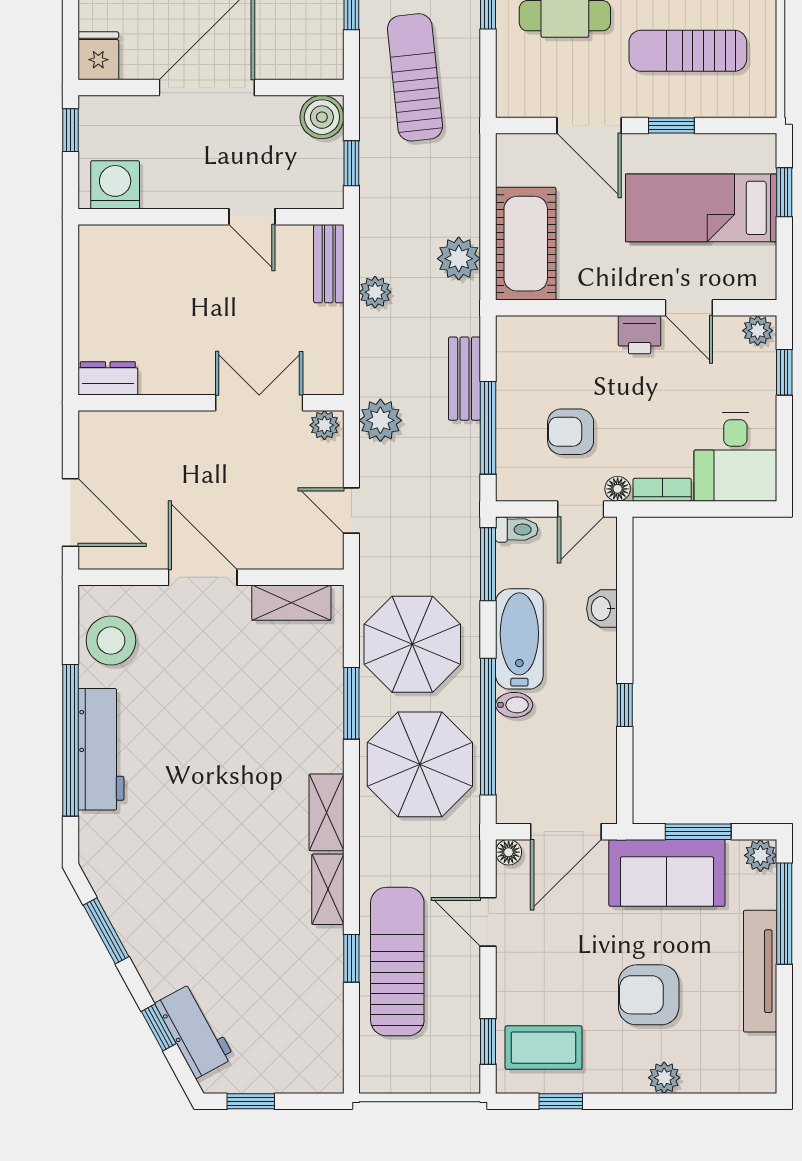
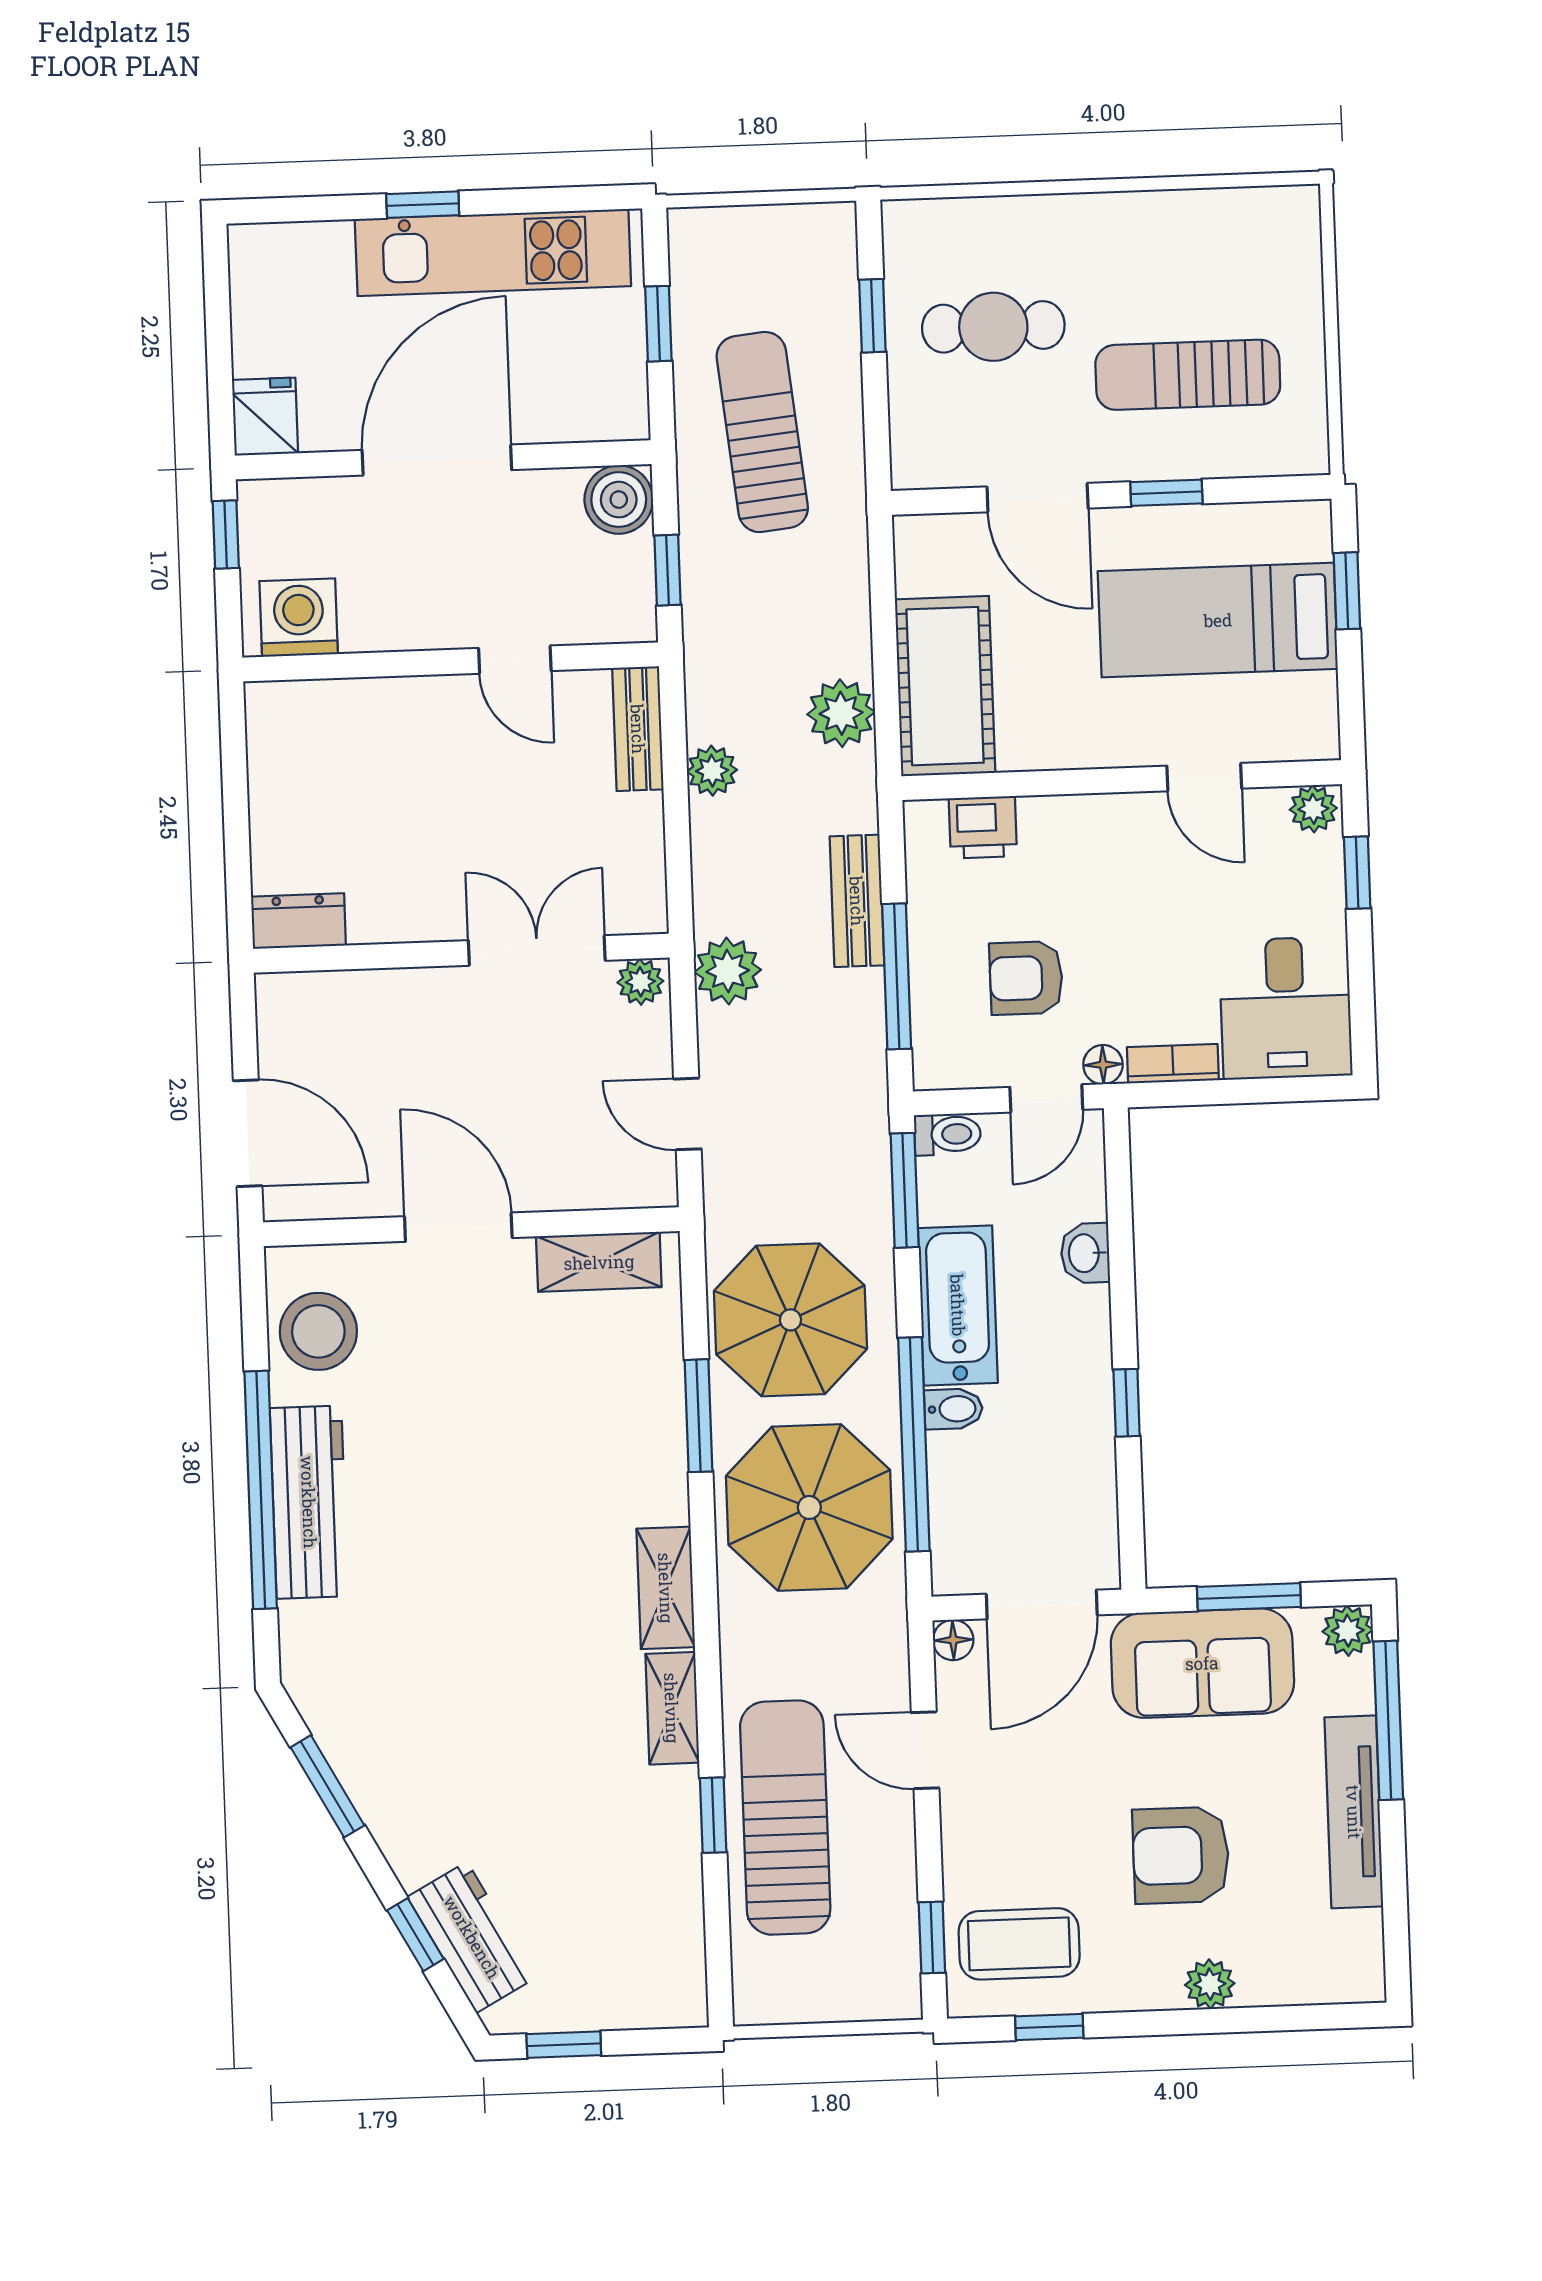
printer: (640, 335) -> (983, 827), moved

